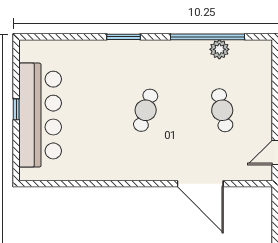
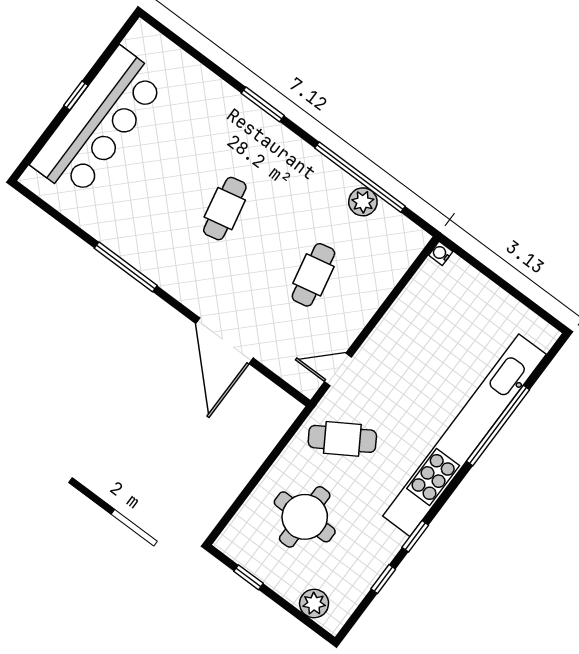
cafe table: (146, 110) -> (225, 209), turned -30
window: (115, 184) -> (126, 267), added

